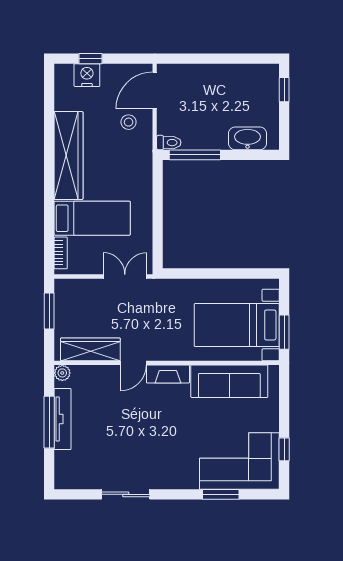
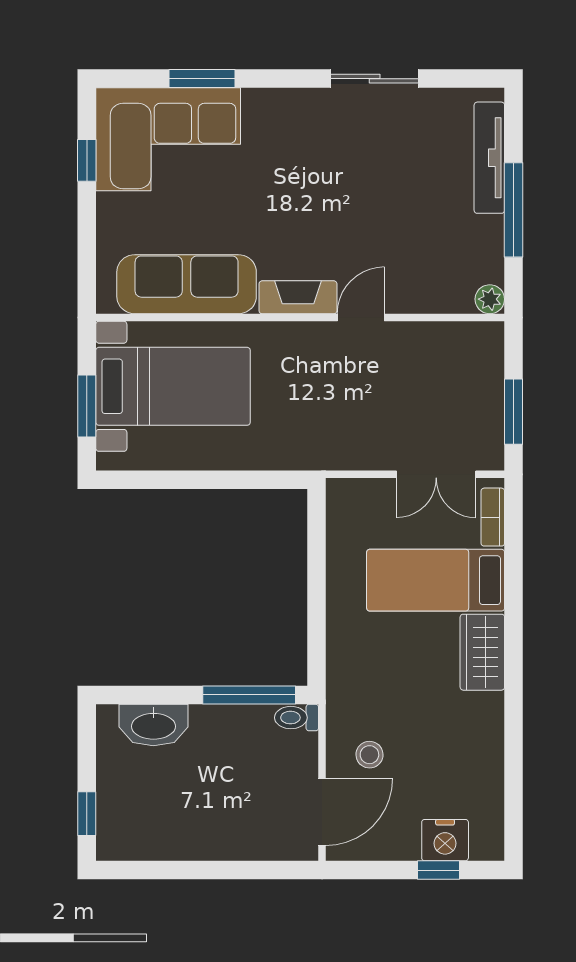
wardrobe: (68, 155) -> (482, 652), width x0.48, depth x0.85
double door: (125, 277) -> (436, 474), moved
window: (284, 332) -> (87, 406), moved
wardrobe: (90, 349) -> (439, 342), removed
tv unit: (63, 419) -> (489, 158), moved

